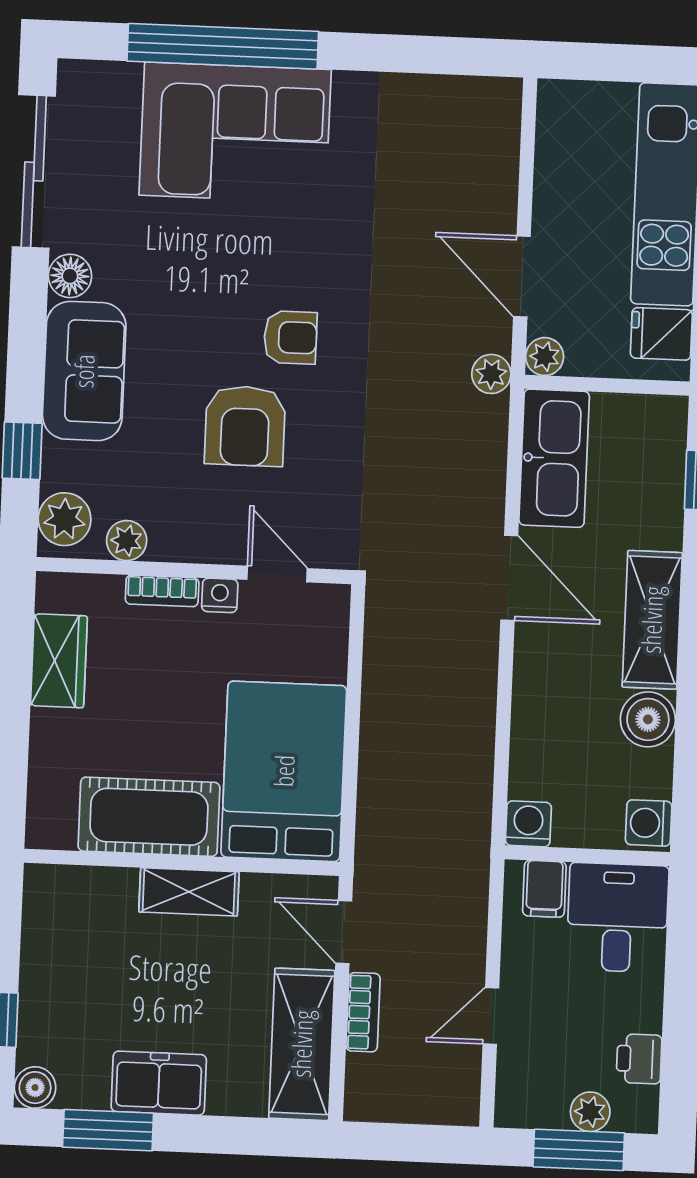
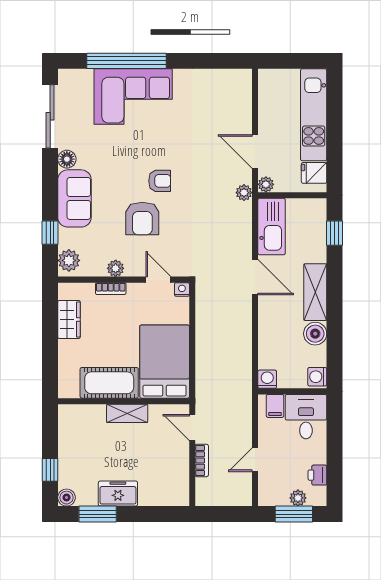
plant: (127, 541) -> (116, 268), moved
nightstand: (220, 595) -> (182, 289), moved
shelving: (302, 1044) -> (177, 475), removed

